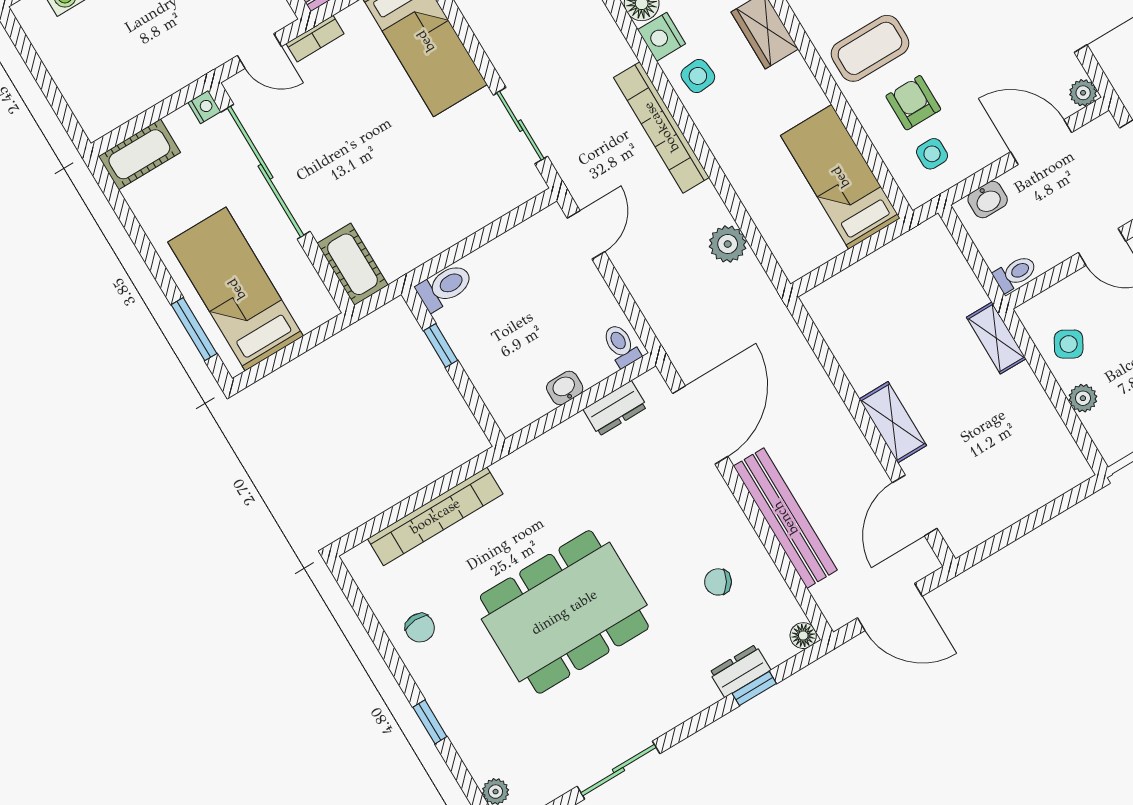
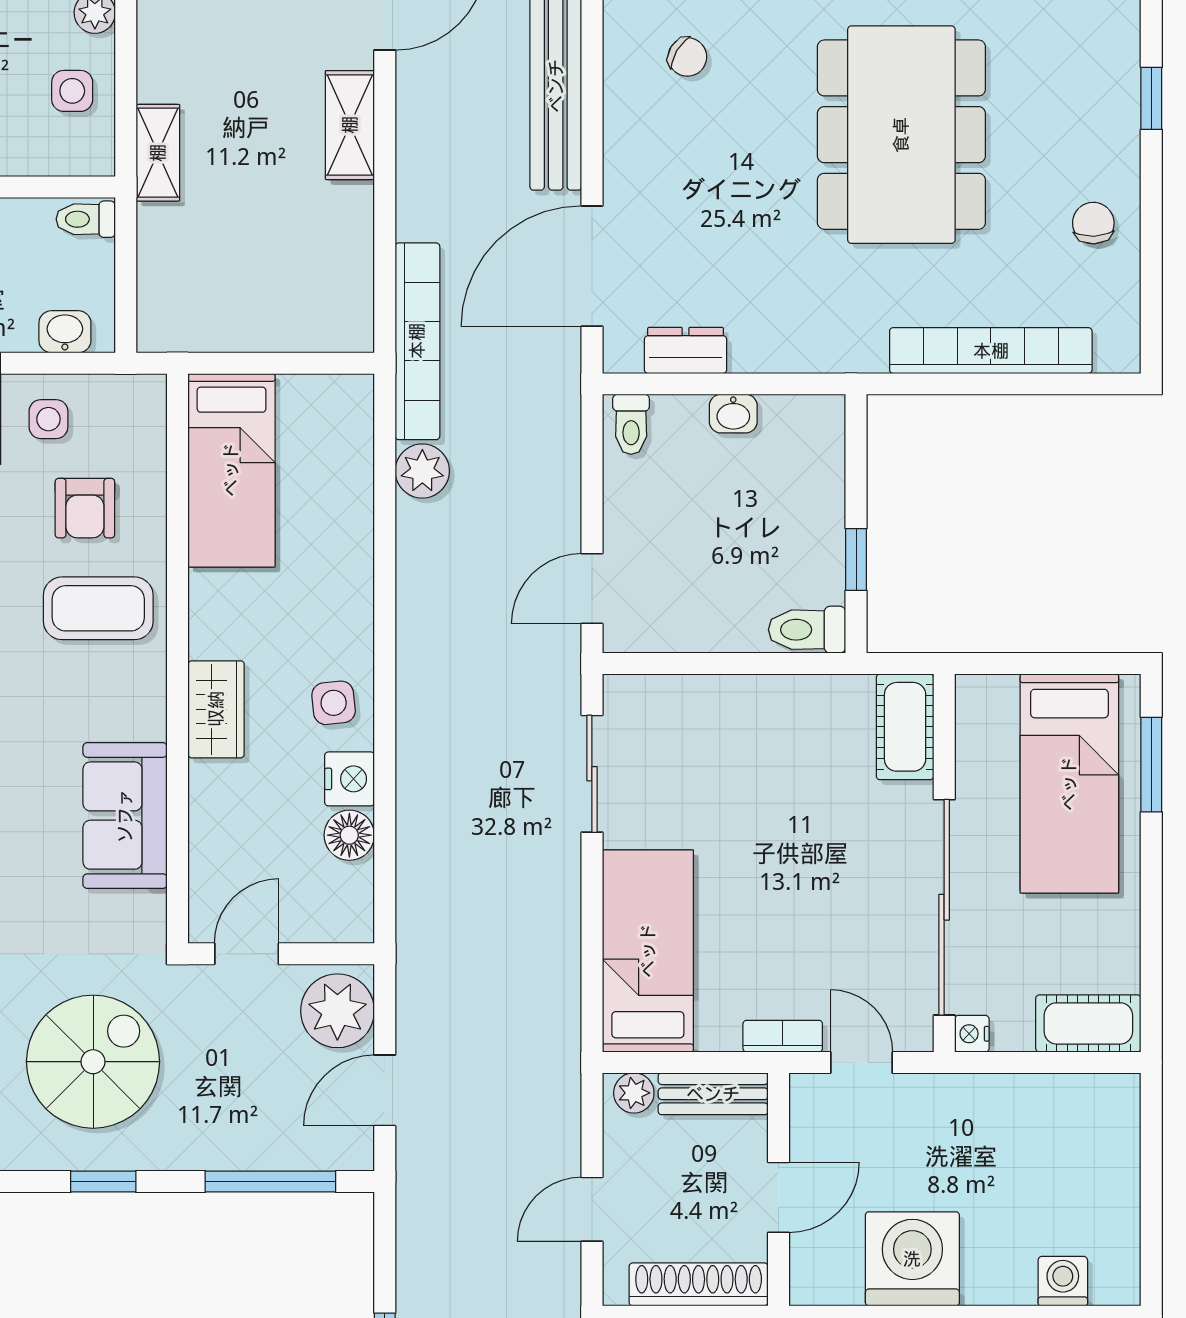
bookcase: (661, 127) -> (417, 341), moved
side table: (932, 154) -> (48, 419), moved
side table: (1069, 344) -> (72, 91), turned -30
dining table: (564, 612) -> (901, 135), turned 90

